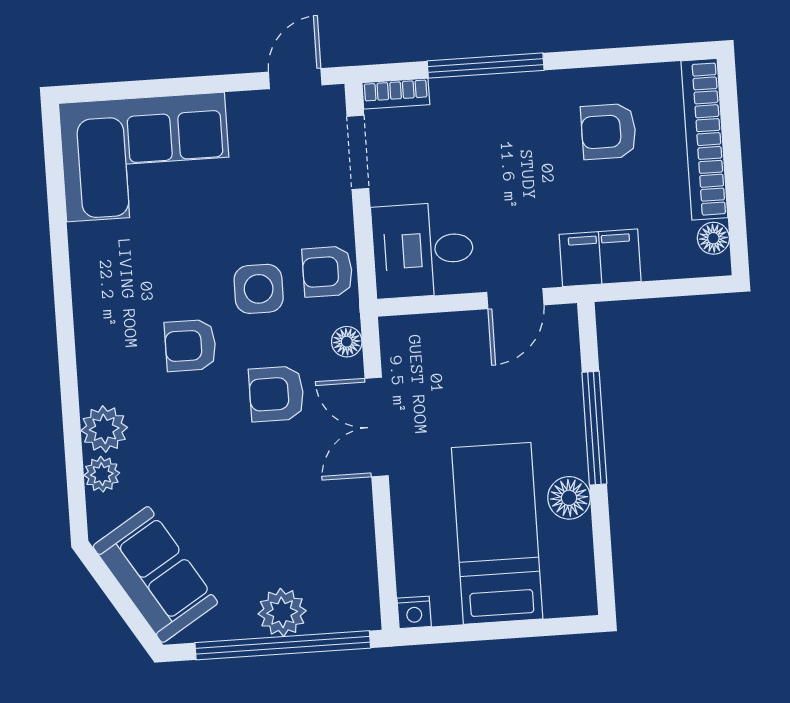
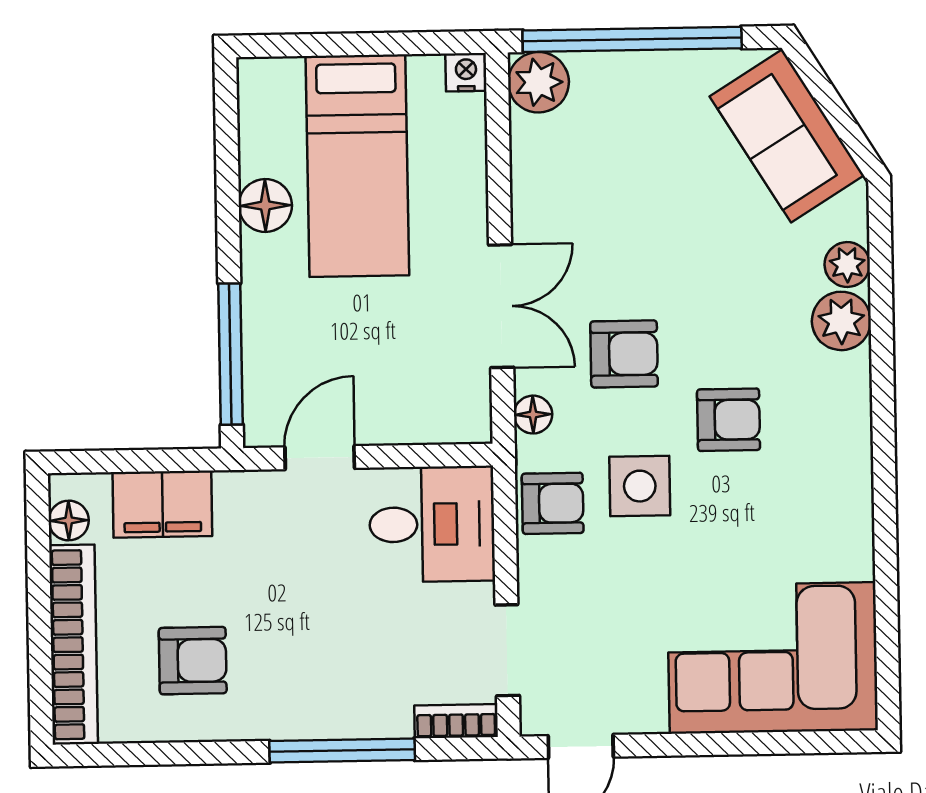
filing cabinet: (600, 258) -> (162, 504), moved
window: (594, 428) -> (230, 354), moved
plant: (282, 612) -> (538, 82), moved

